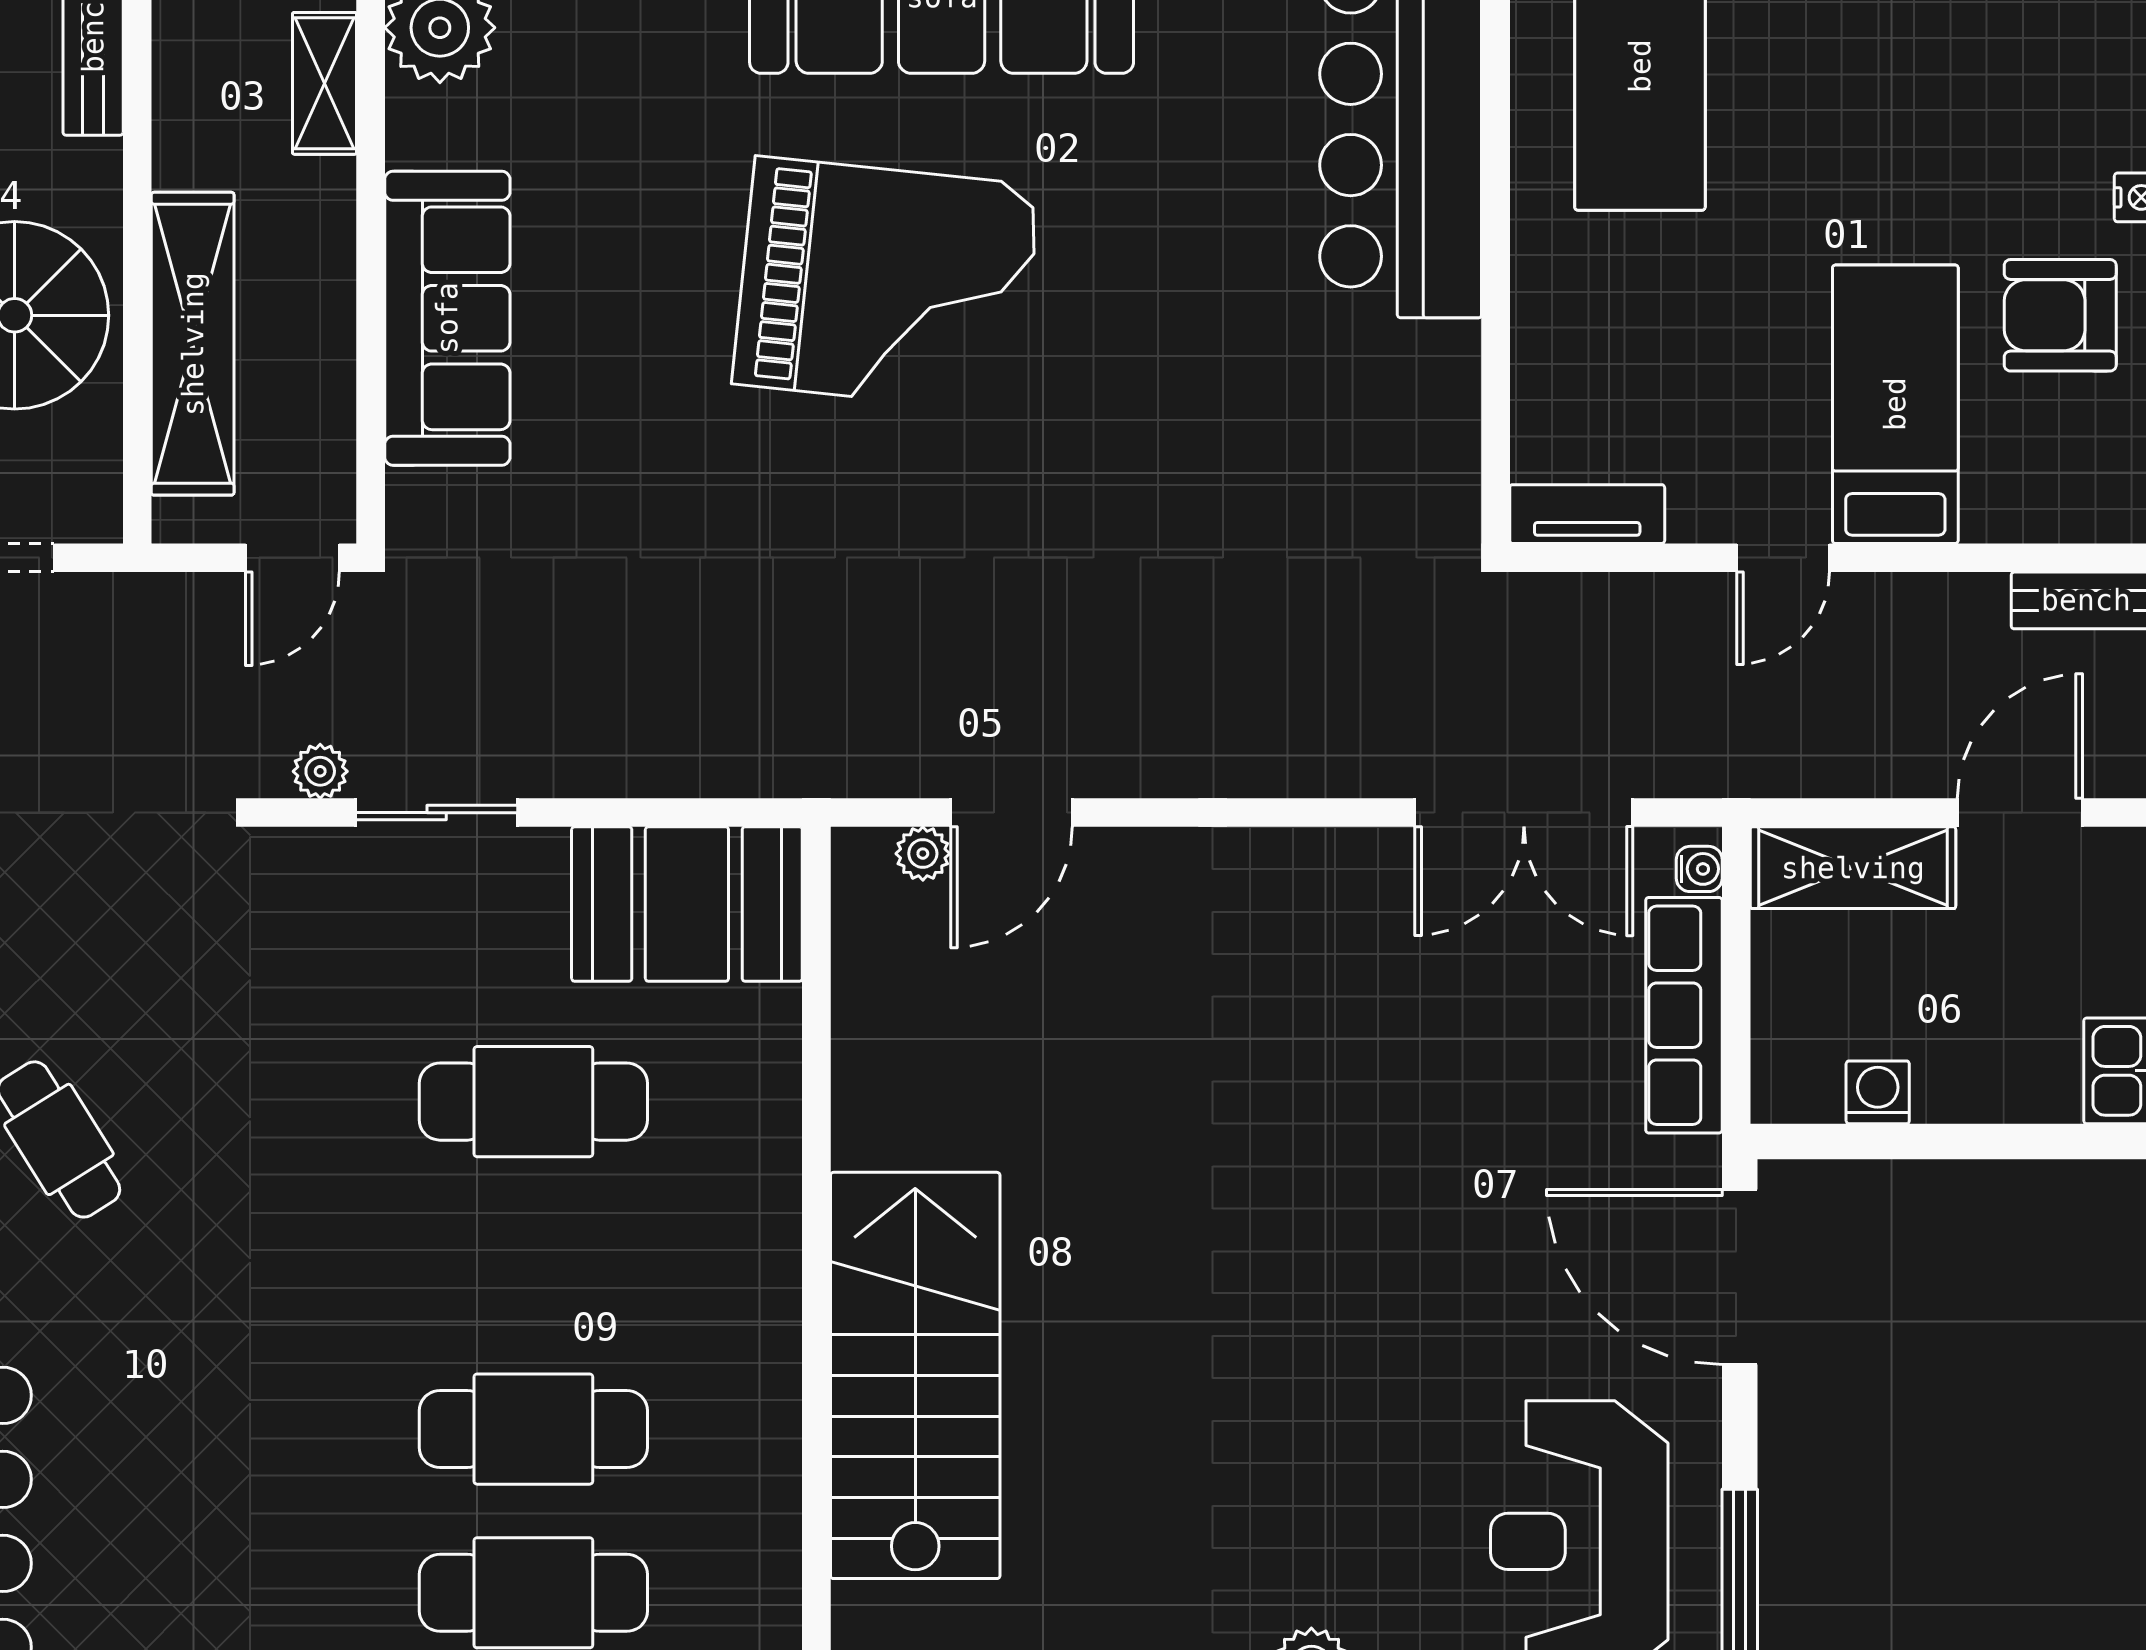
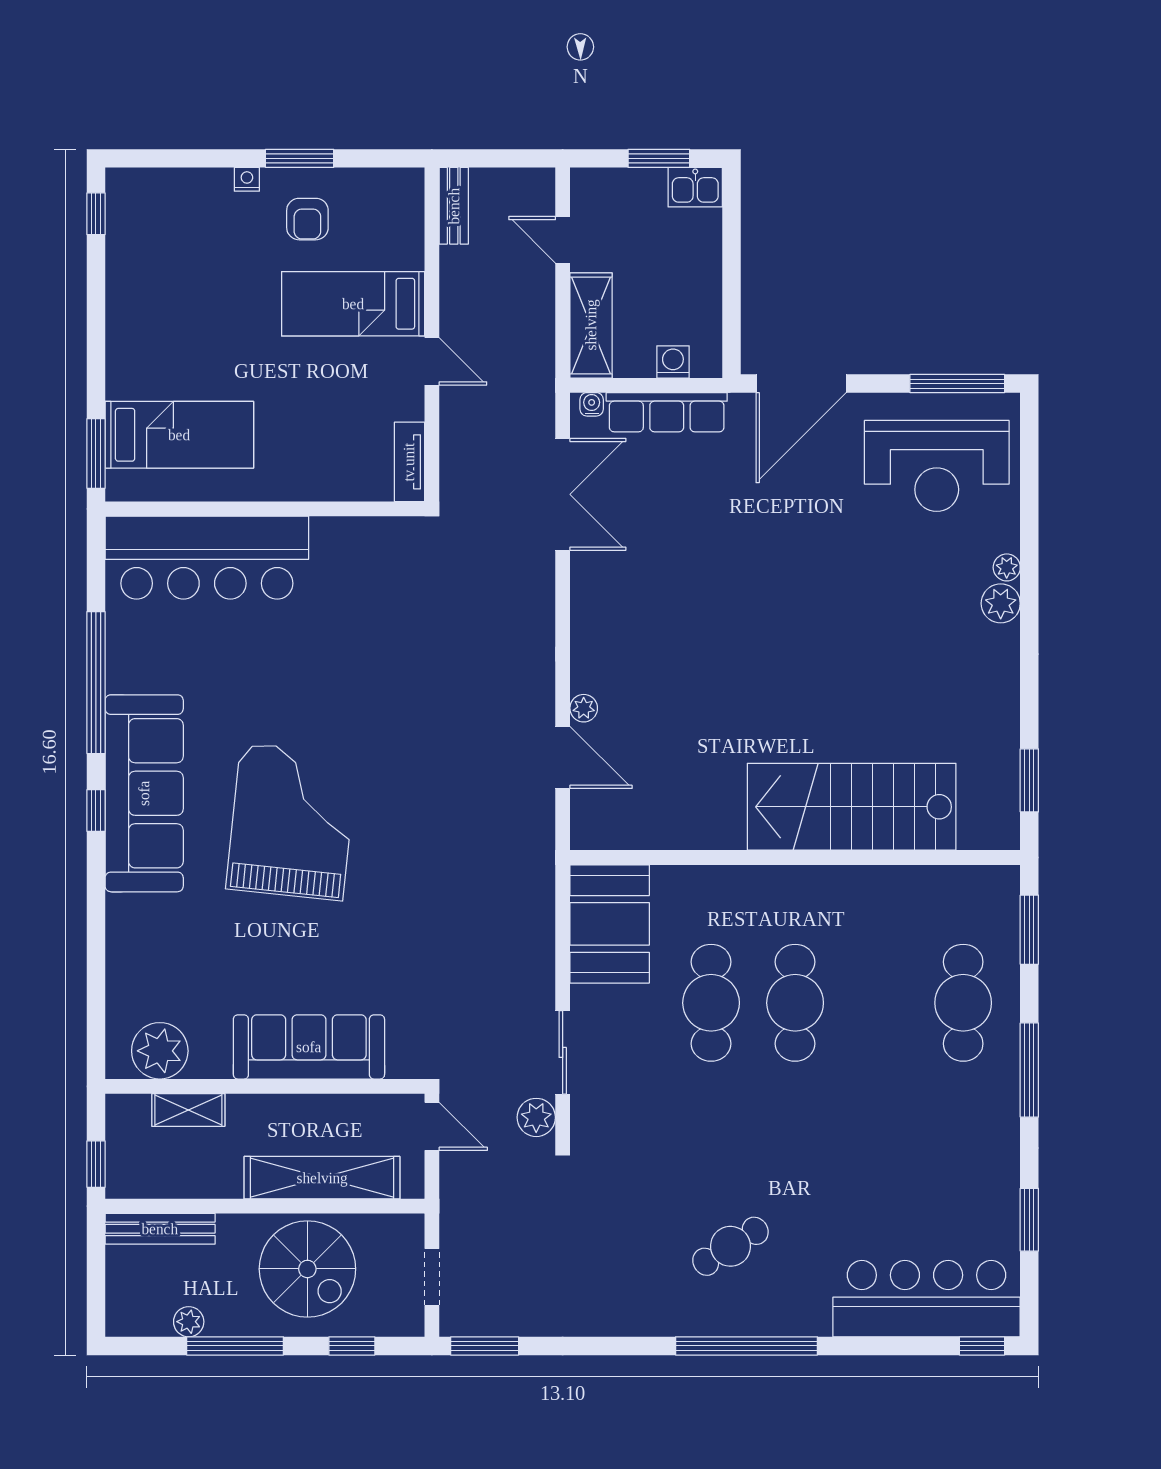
armchair: (2060, 315) -> (307, 219), width x0.72, depth x0.72
plant: (320, 771) -> (536, 1117), width x1.38, depth x1.38
door: (2020, 813) -> (563, 240), width x0.73
plant: (923, 854) -> (584, 708), moved
washing machine: (1878, 1092) -> (673, 362), moved, turned 90
cafe table: (533, 1429) -> (795, 1003), moved

